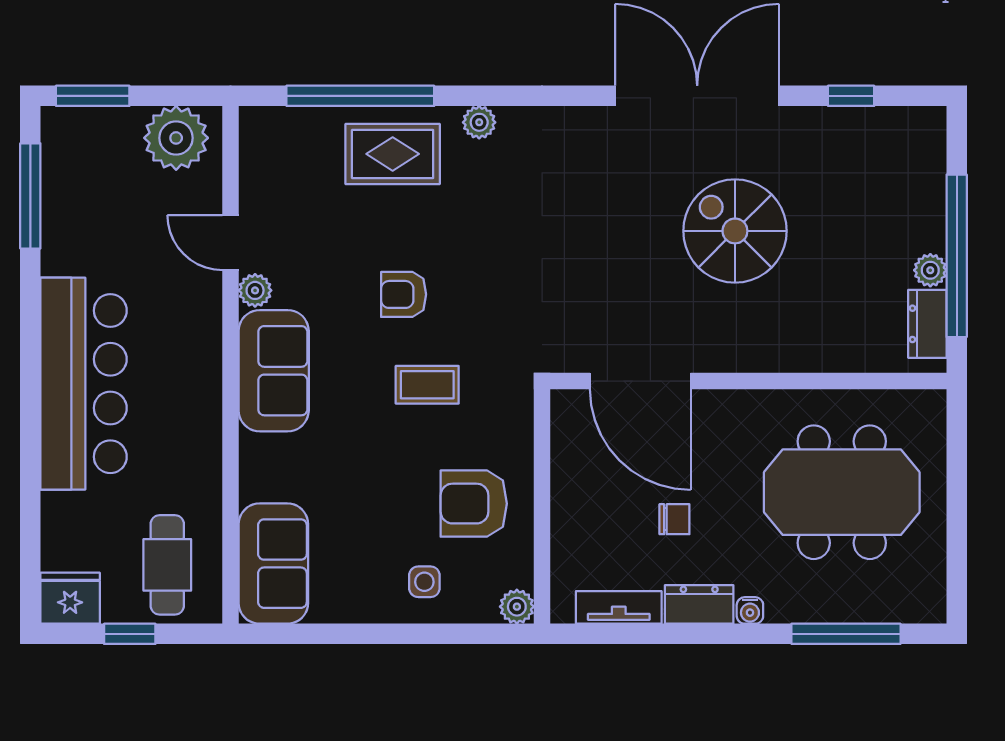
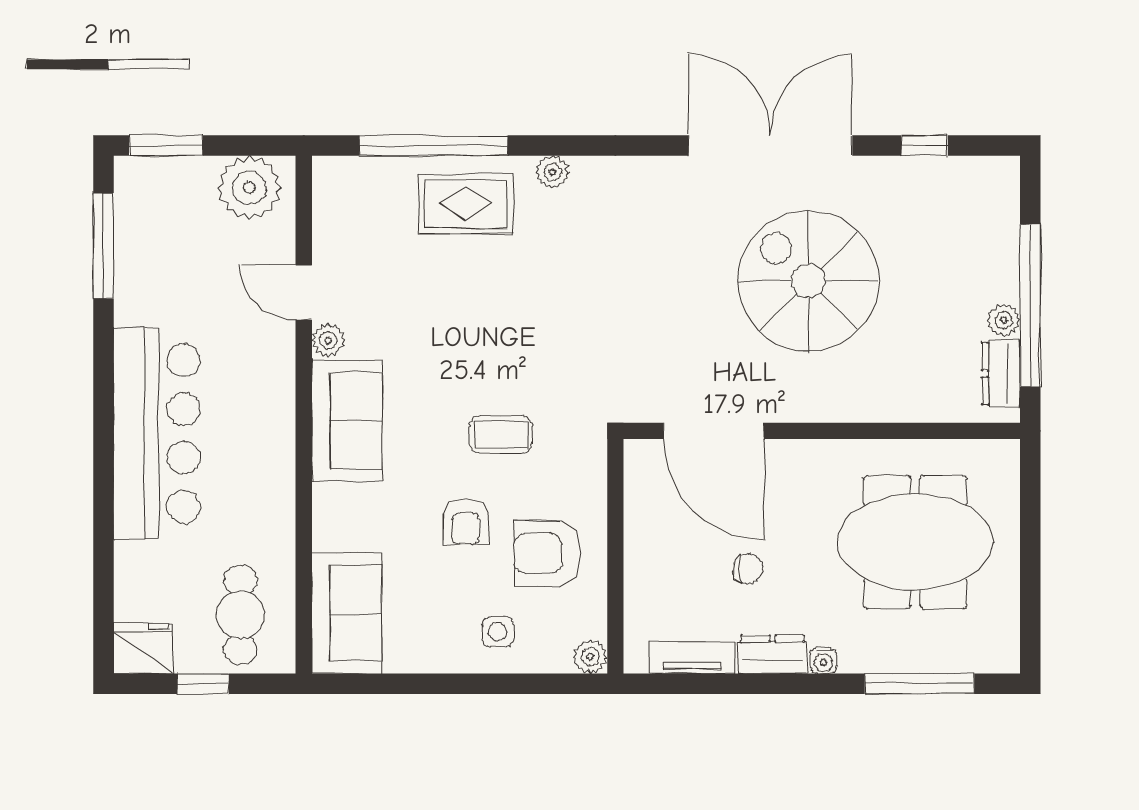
spiral stairs: (735, 231) -> (808, 281), width x1.37, depth x1.37
armchair: (404, 294) -> (466, 522), moved, turned -90

